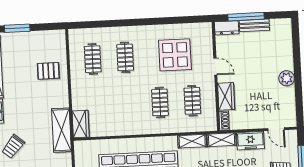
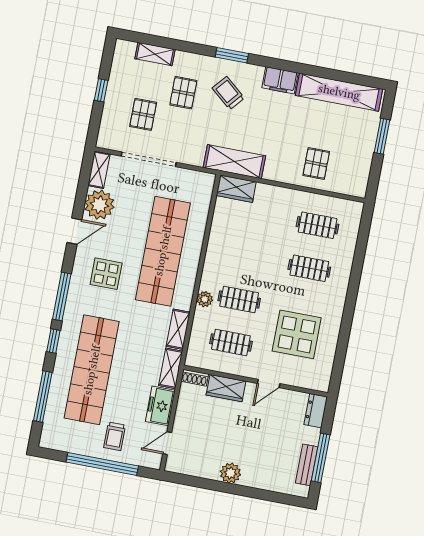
window: (246, 17) -> (321, 458), moved
bench: (254, 25) -> (307, 465), moved
plant: (166, 127) -> (205, 299), added

